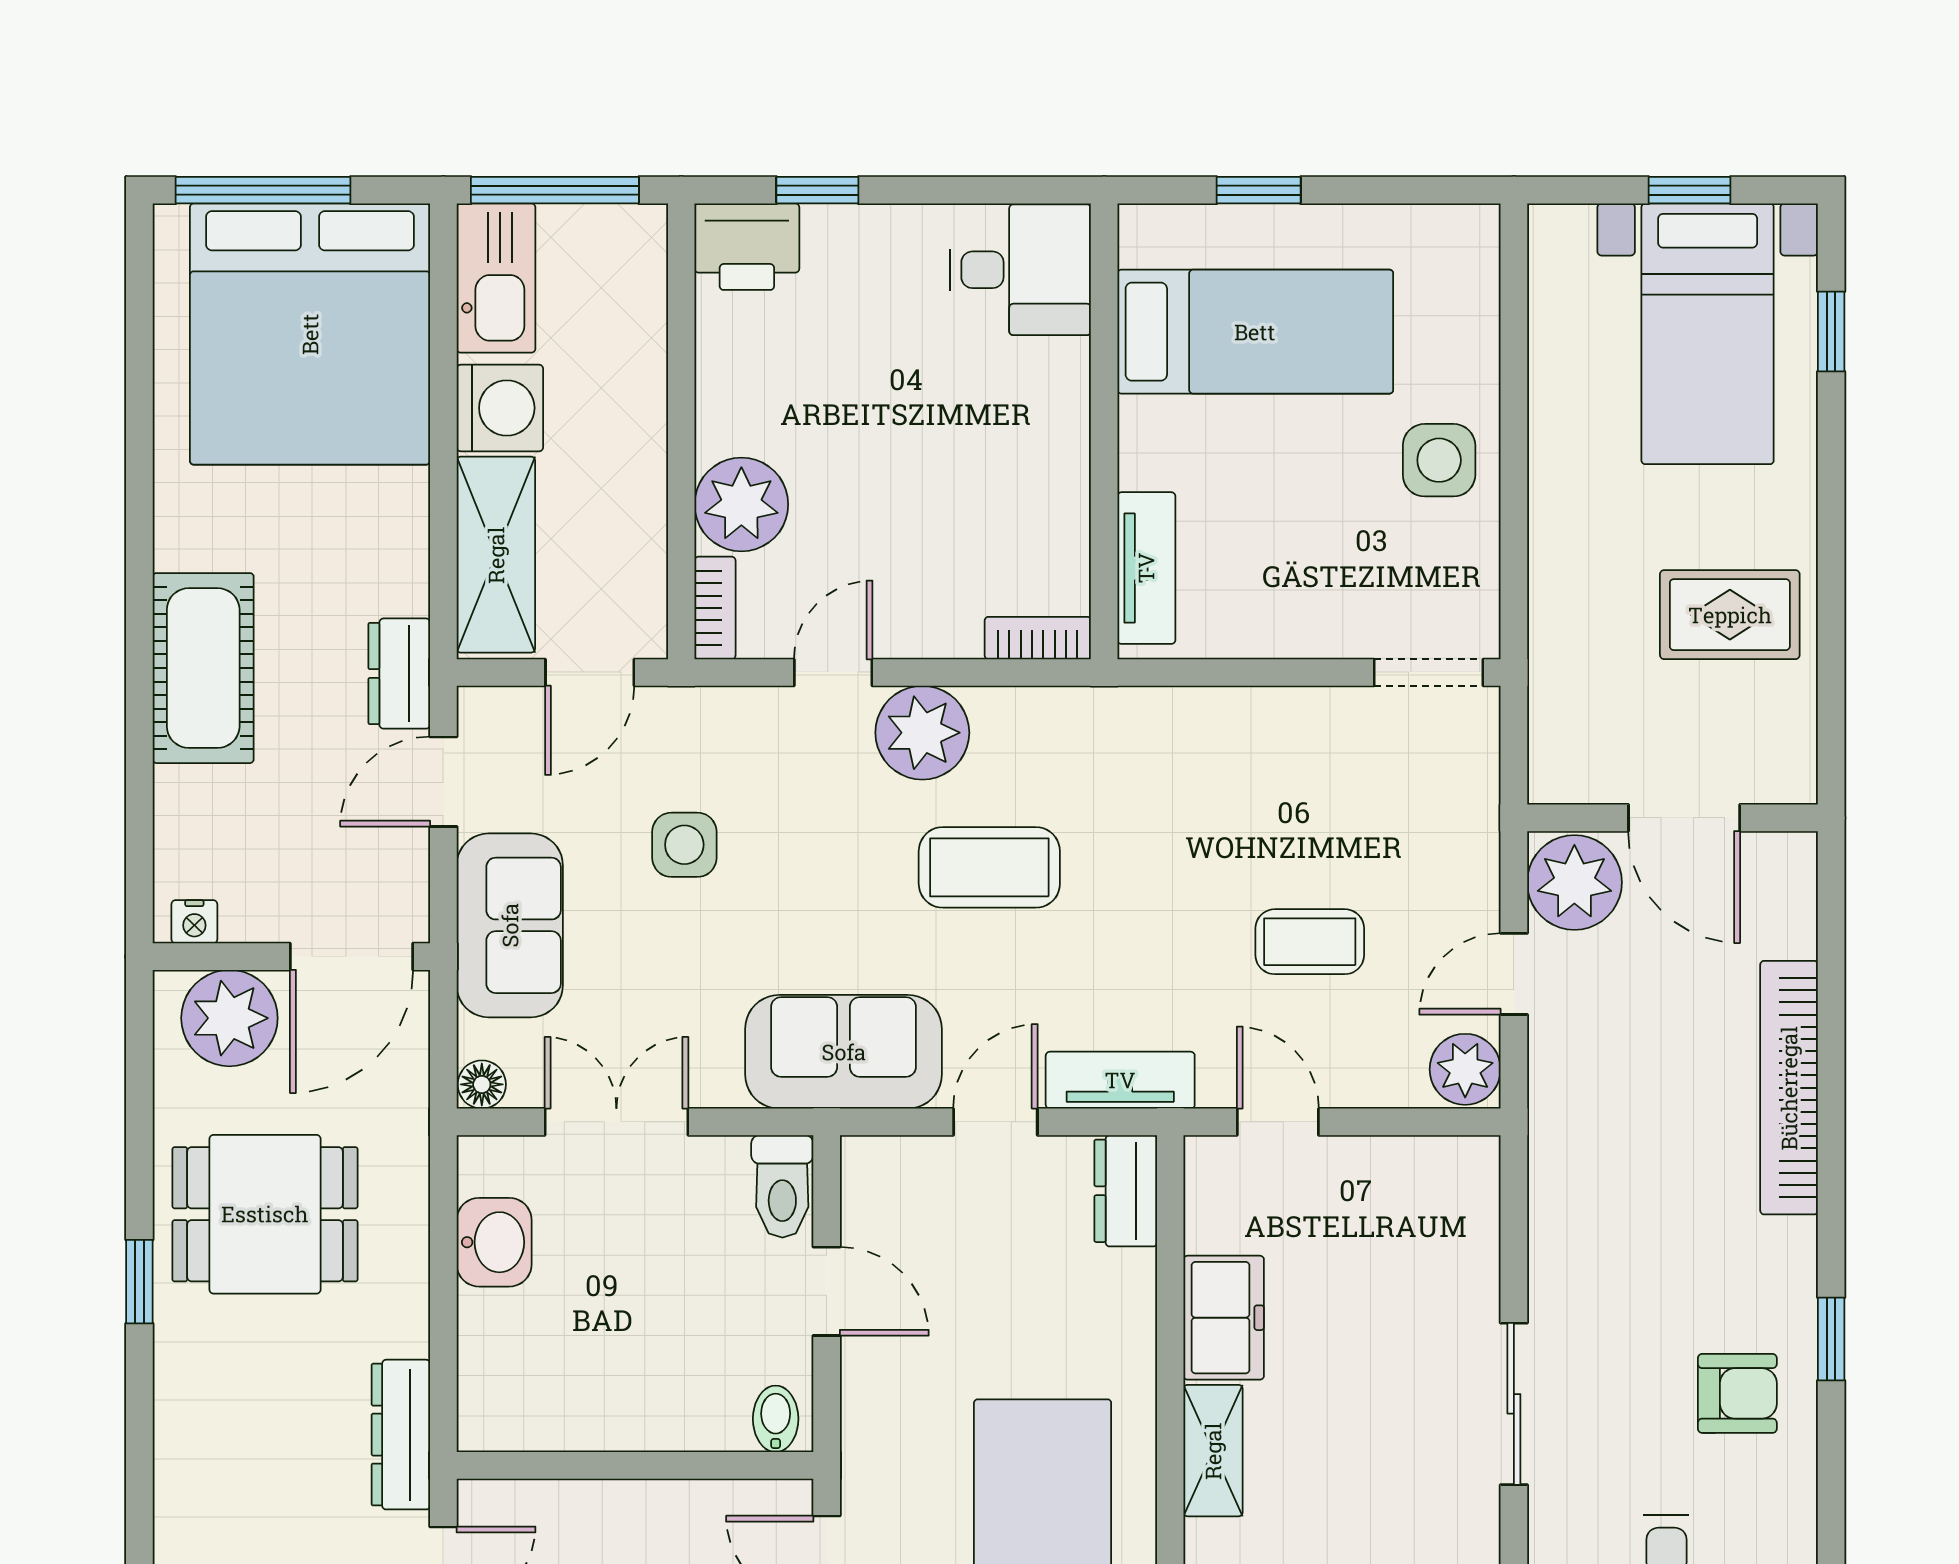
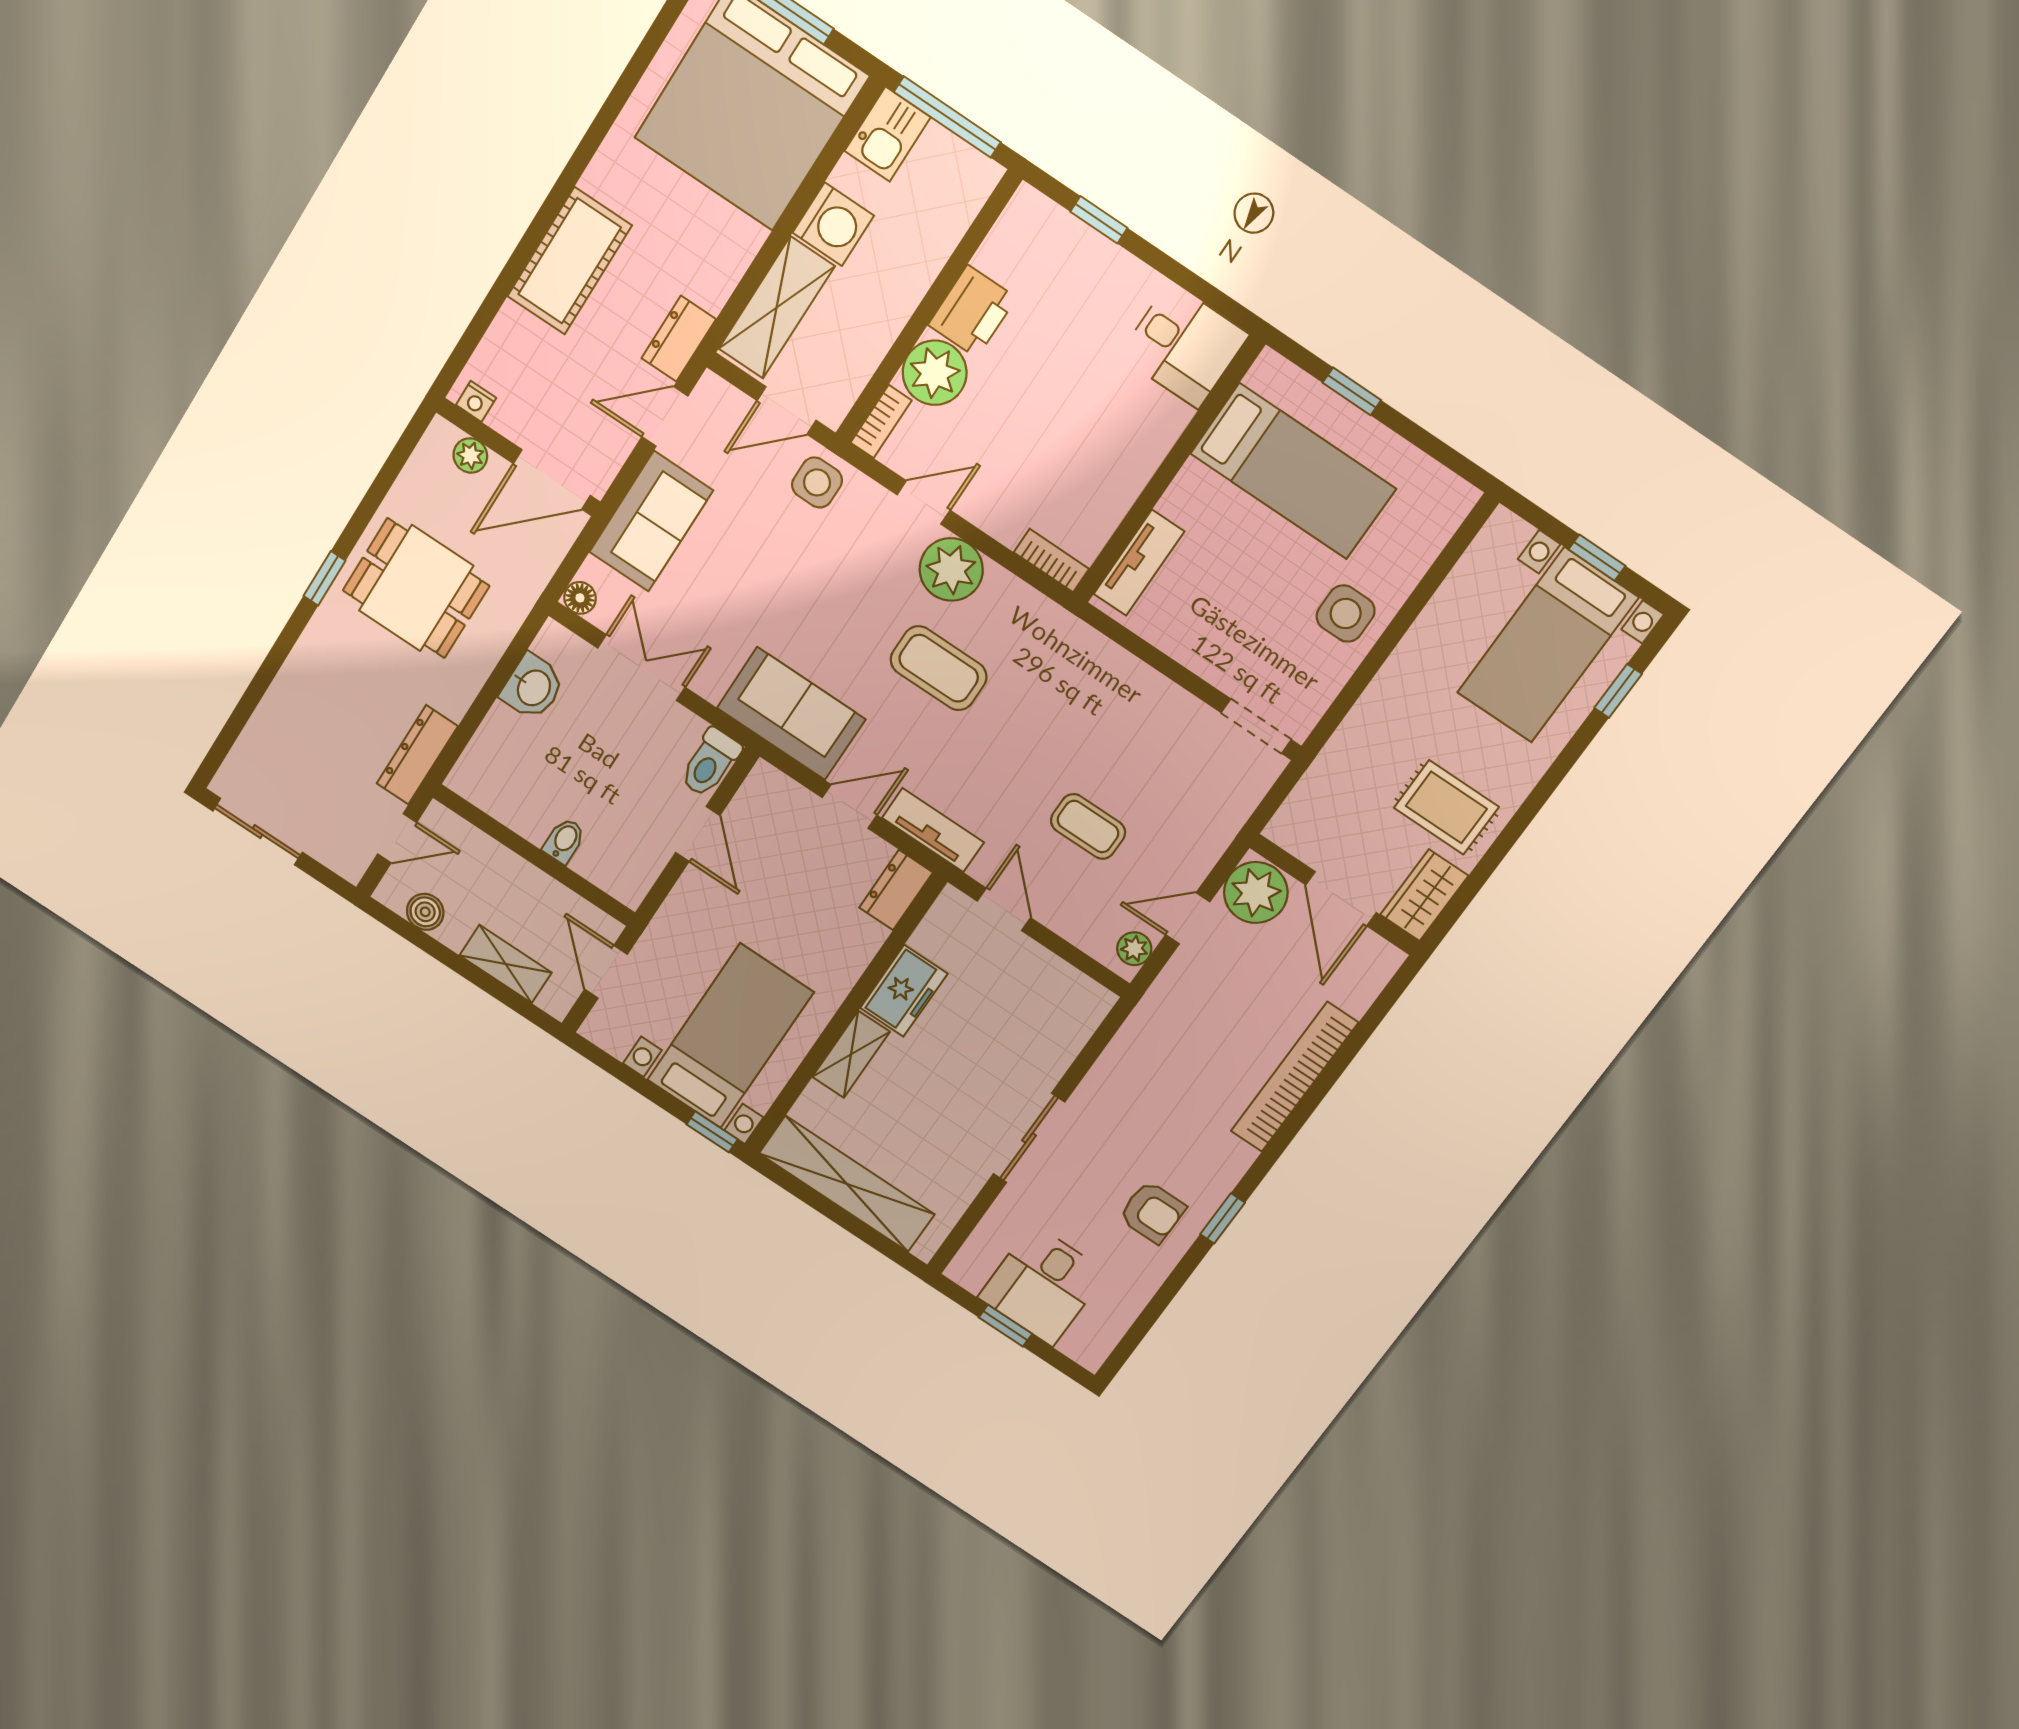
printer: (747, 247) -> (972, 311), moved, turned -90
kitchen sink: (496, 278) -> (888, 134), width x0.73
wardrobe: (1782, 743) -> (1424, 895), added
side table: (684, 845) -> (817, 482), moved
plant: (229, 1018) -> (470, 456), width x0.53, depth x0.53
plant: (1465, 1069) -> (1134, 949), width x0.73, depth x0.73
bidet: (776, 1419) -> (564, 841), moved

